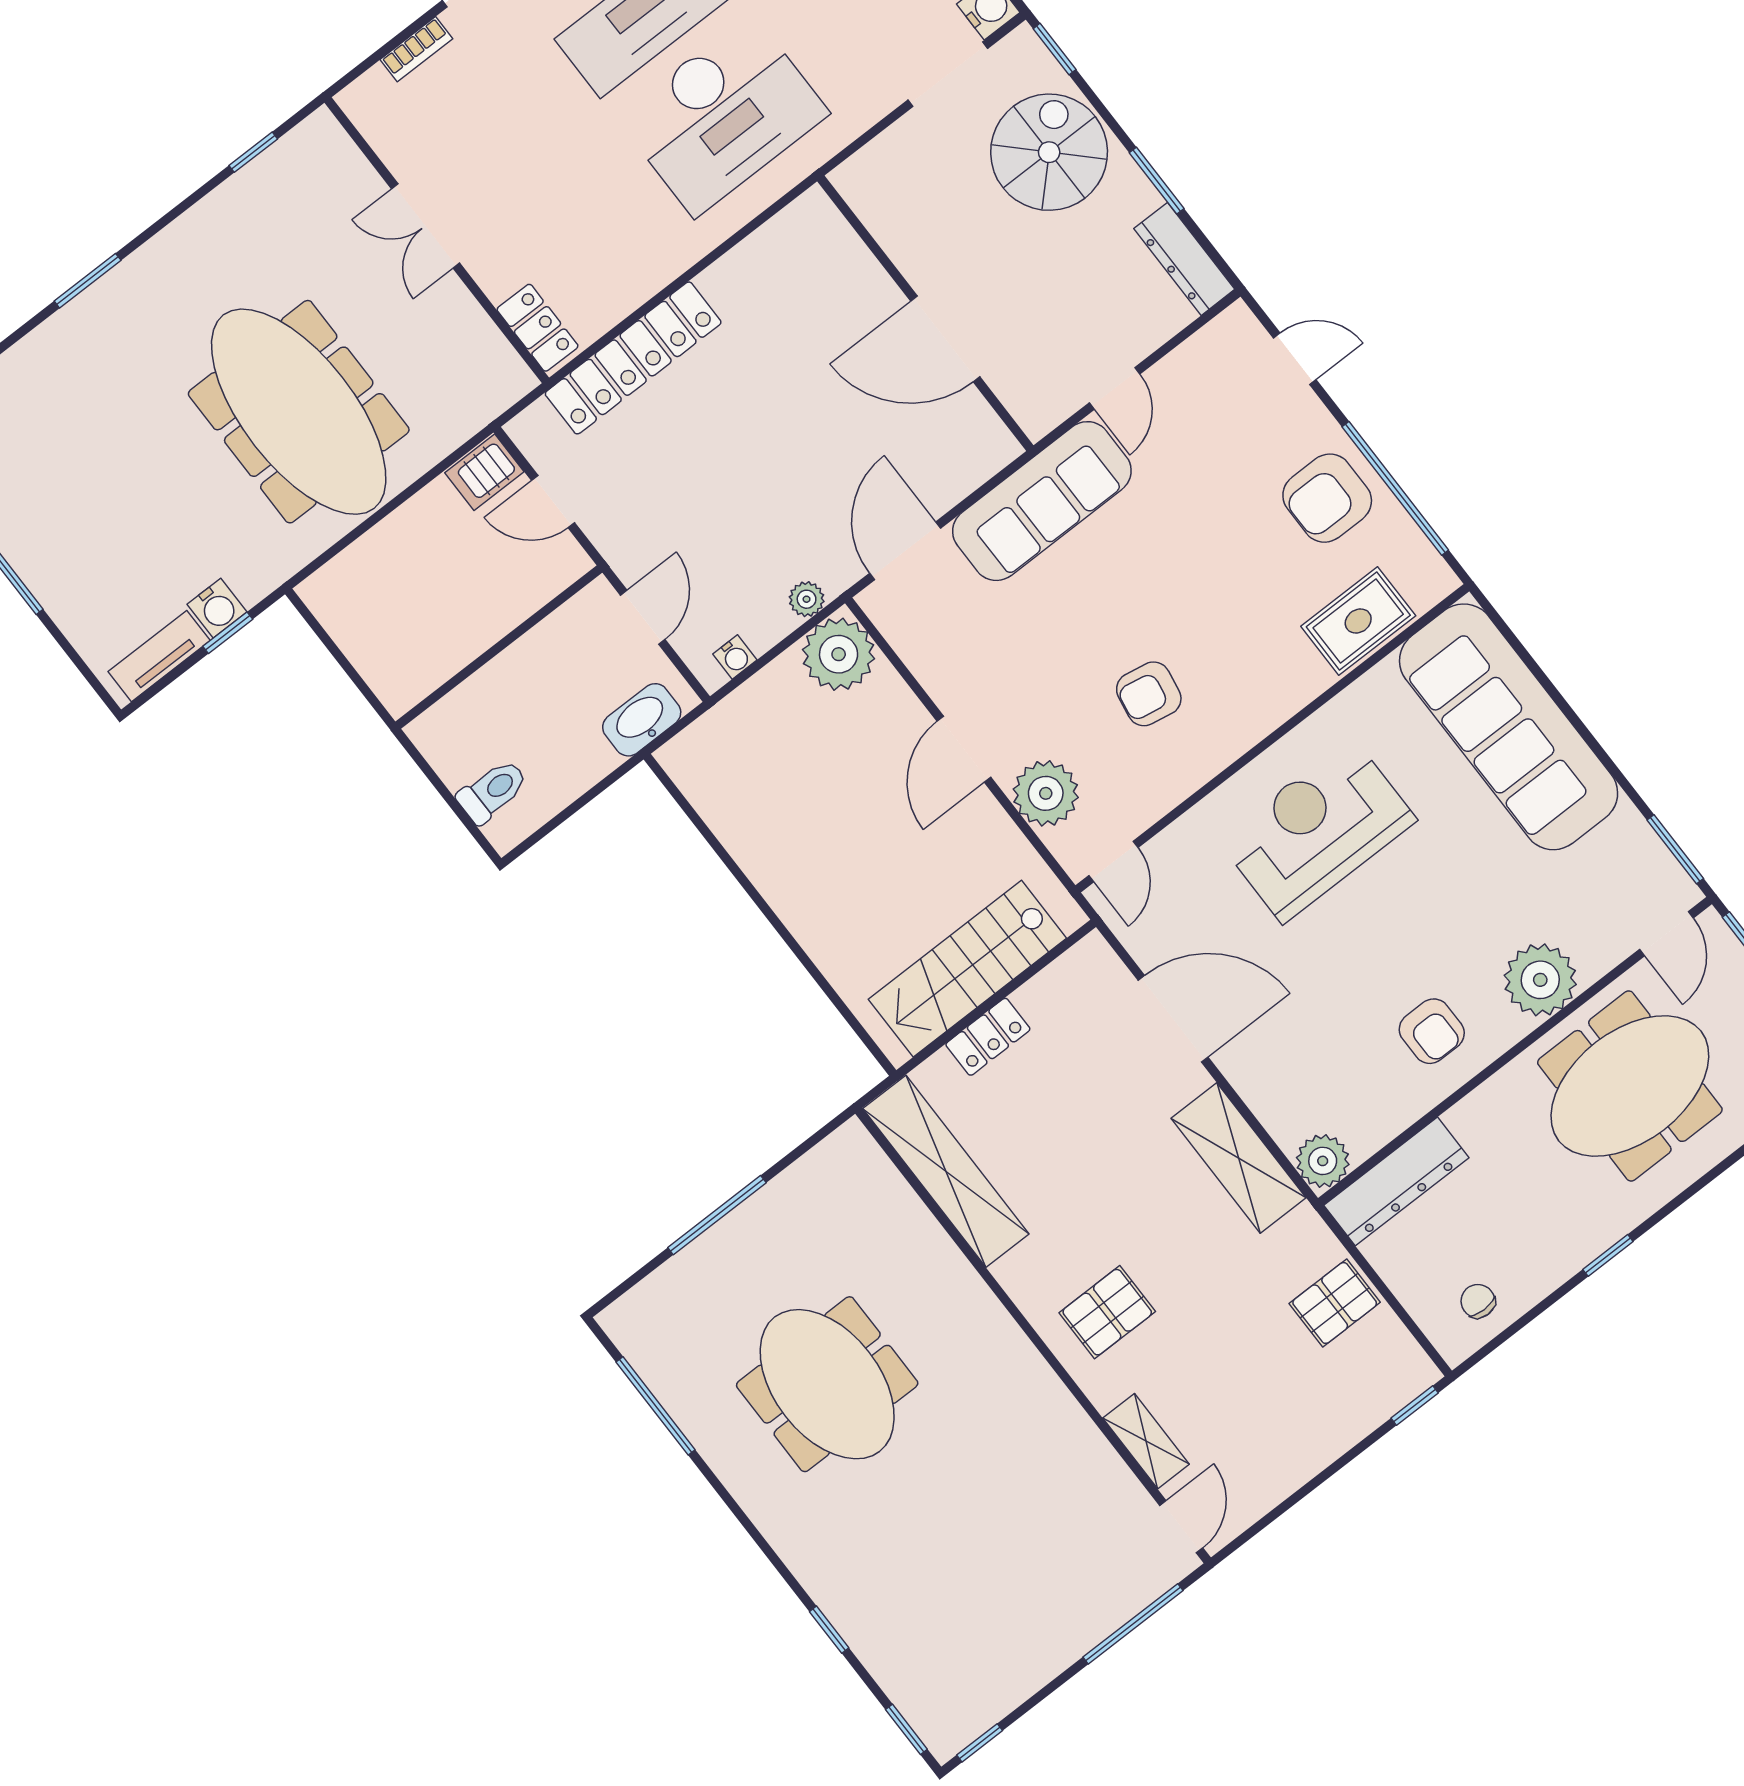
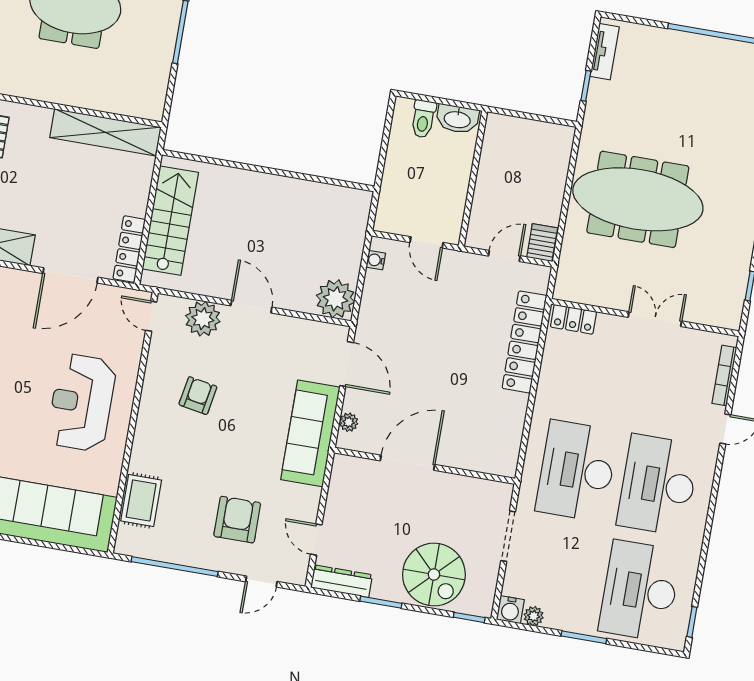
bookcase: (416, 49) -> (724, 376), width x1.56
doorway: (948, 74) -> (508, 536), moved
door: (1115, 388) -> (316, 540), moved
armchair: (1327, 498) -> (237, 520), moved
plant: (807, 599) -> (349, 422), moved
water cooler: (217, 608) -> (599, 92), removed
washbasin: (642, 720) -> (457, 119), moved, turned 90
reception desk: (1317, 830) -> (82, 403), turned 180
locker: (988, 1037) -> (129, 249), moved, width x1.53

